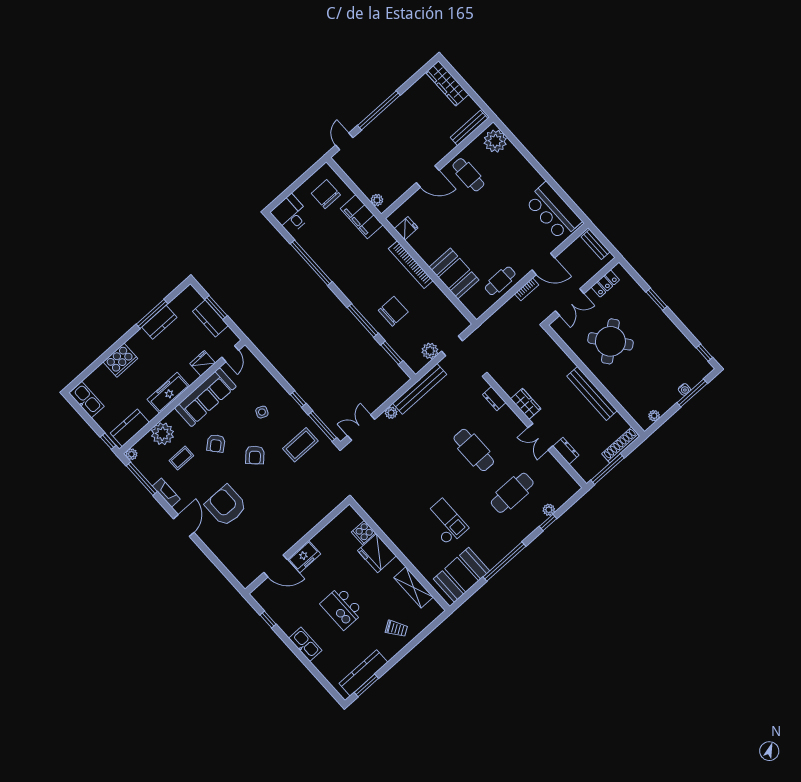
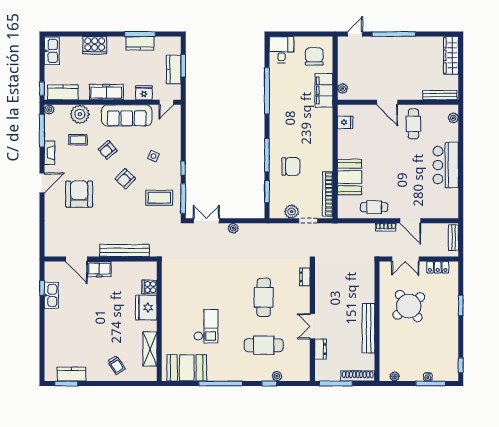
plant: (495, 141) -> (453, 118), width x0.53, depth x0.53
bar counter: (553, 211) -> (446, 165), moved
bookcase: (411, 265) -> (328, 194), moved
bench: (420, 389) -> (124, 250), moved
wardrobe: (526, 404) -> (322, 298), removed
kitchen island: (342, 608) -> (94, 322), removed
kitchen sink: (305, 644) -> (51, 295), moved
kitchen counter: (363, 673) -> (71, 374), width x0.67

